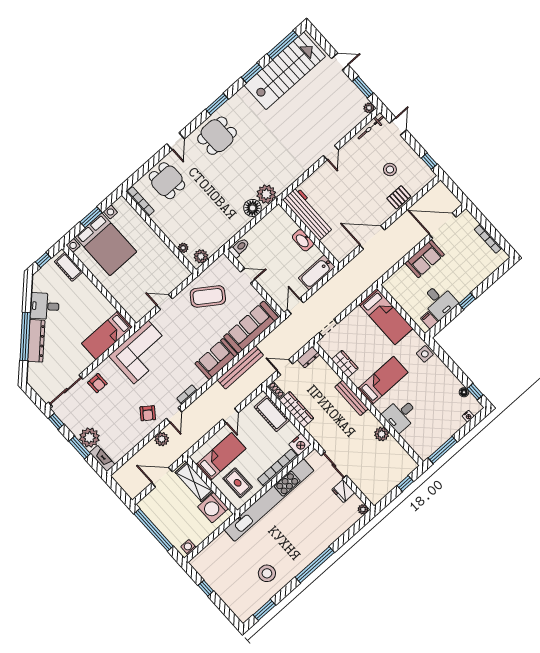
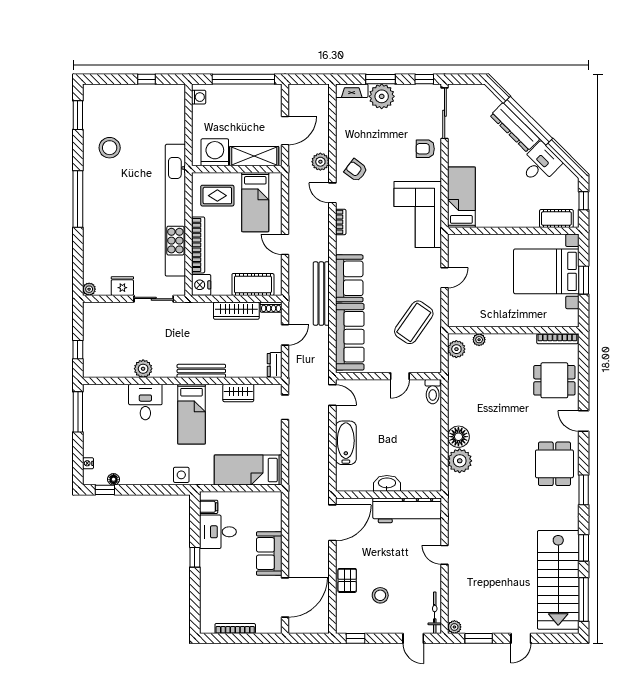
workbench: (308, 214) -> (407, 510), moved
wall: (309, 233) -> (388, 495), moved
washbasin: (303, 240) -> (387, 483), moved

